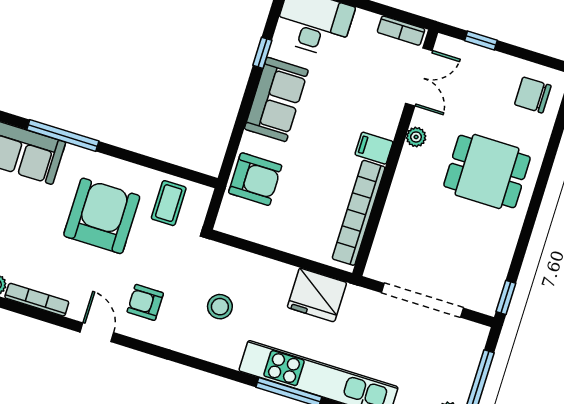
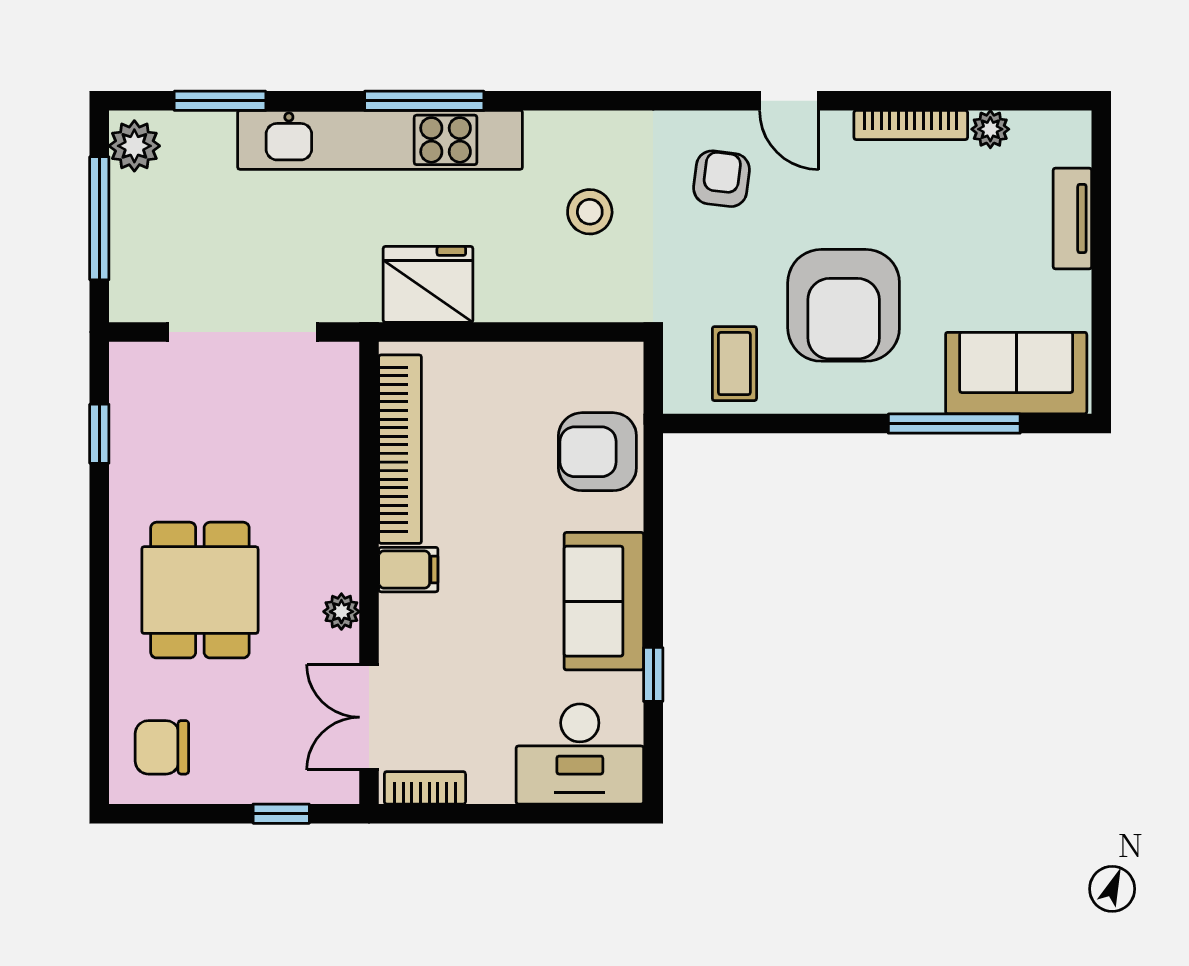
chair: (533, 95) -> (162, 747), turned 180
dining table: (487, 172) -> (200, 590), turned 90
window: (506, 297) -> (99, 434), moved
armchair: (145, 302) -> (721, 179), turned -83

